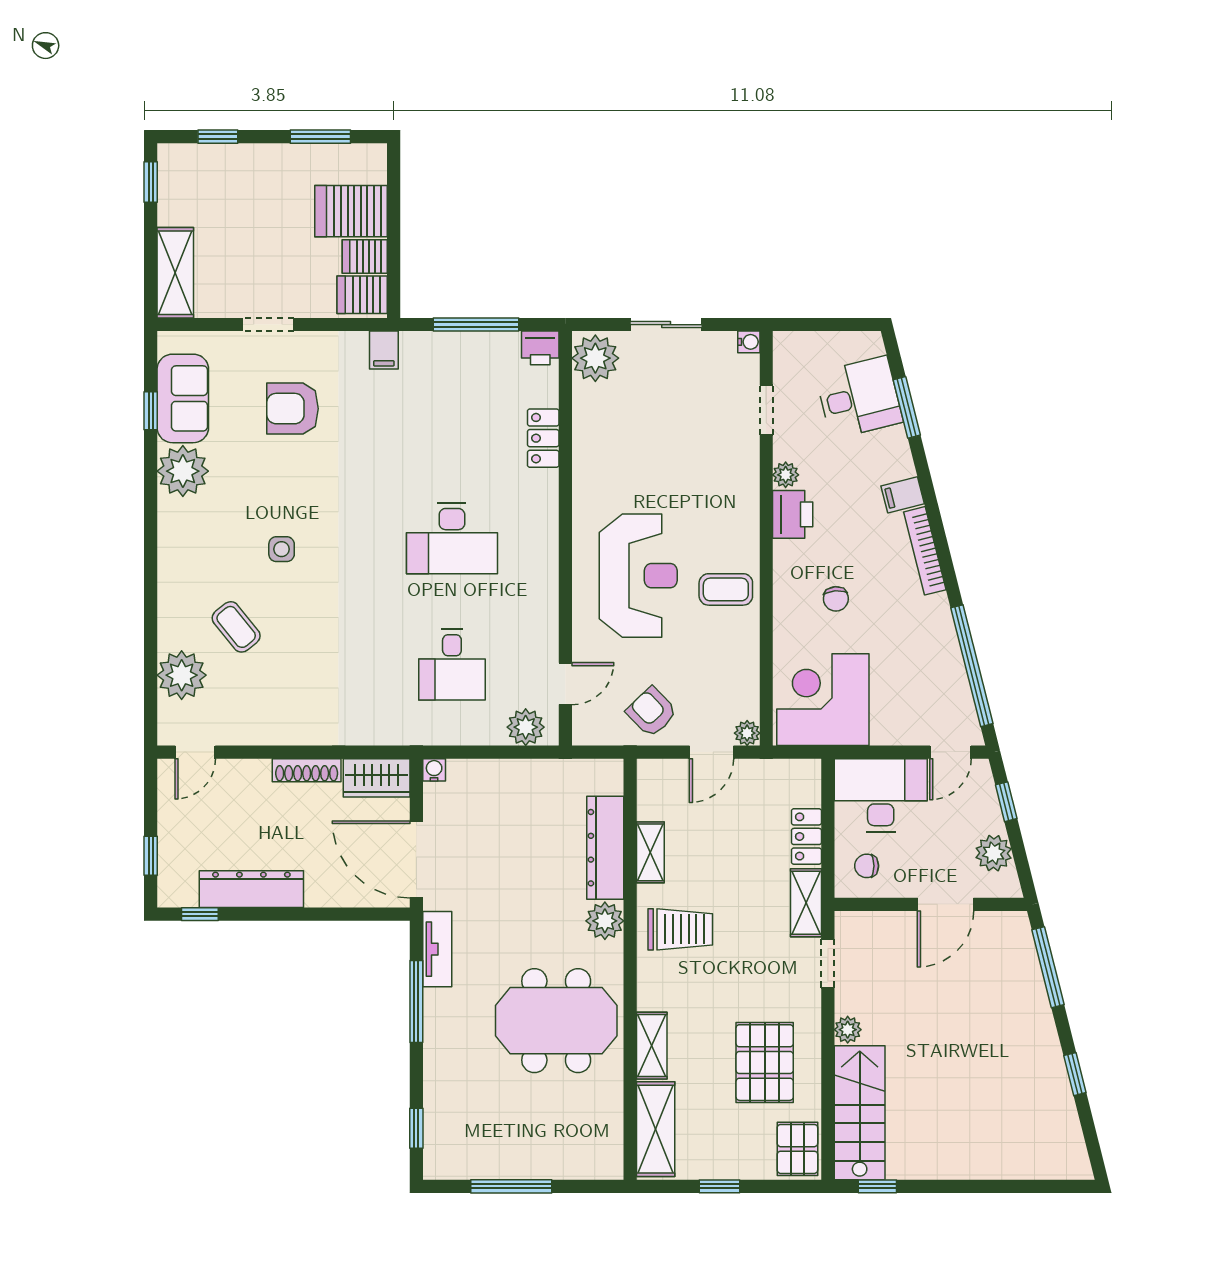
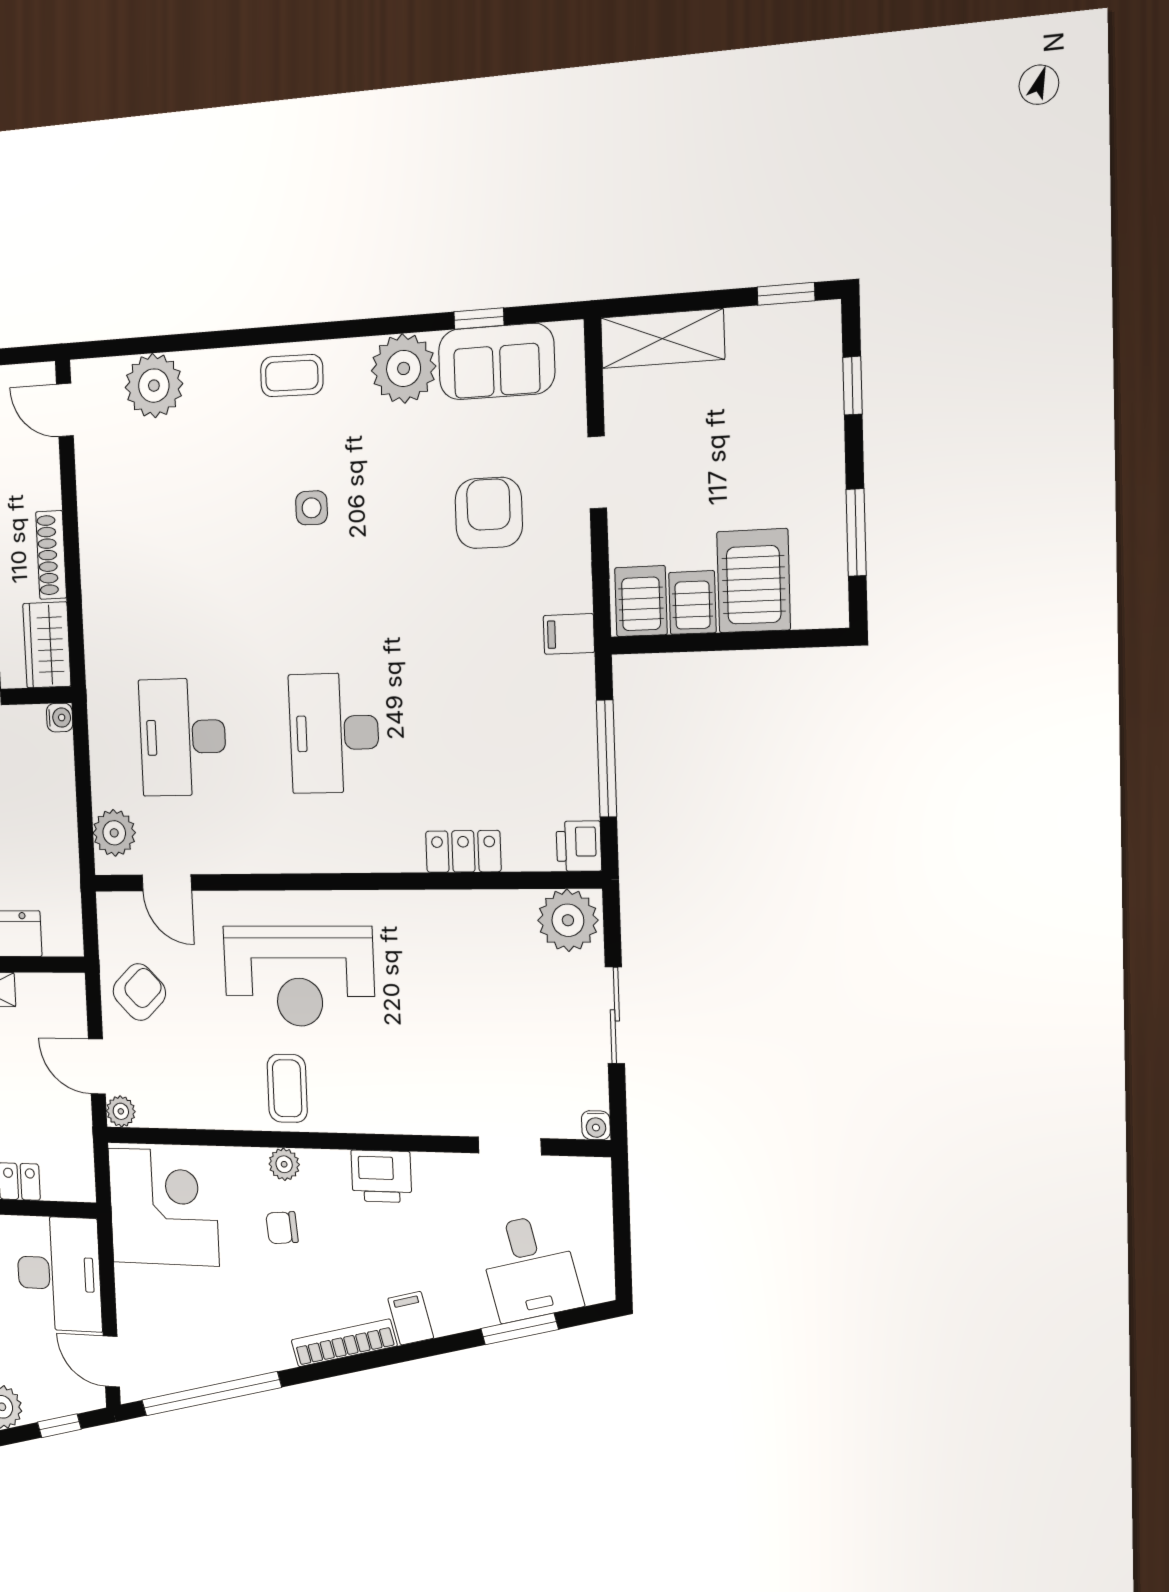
plant: (786, 475) -> (284, 1164), moved
coffee table: (236, 627) -> (292, 376), moved, turned 40
desk: (452, 664) -> (183, 737), width x1.37

